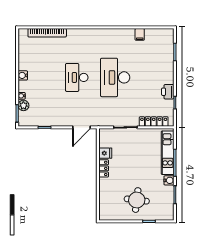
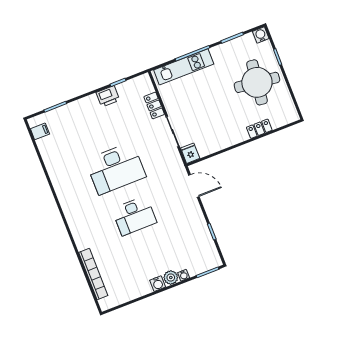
filing cabinet: (140, 34) -> (40, 131), moved
plant: (23, 105) -> (171, 278), moved
locker: (154, 122) -> (154, 105), width x0.66
fridge: (105, 153) -> (190, 153), moved
locker: (104, 168) -> (259, 129), moved
water cooler: (169, 180) -> (261, 35), moved
round table: (137, 200) -> (257, 82), width x1.36, depth x1.36

